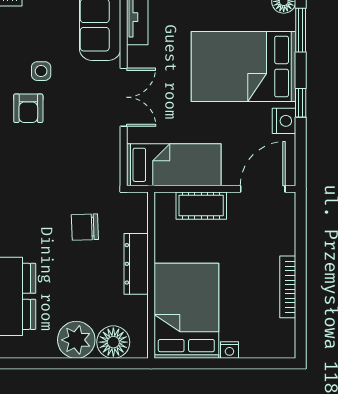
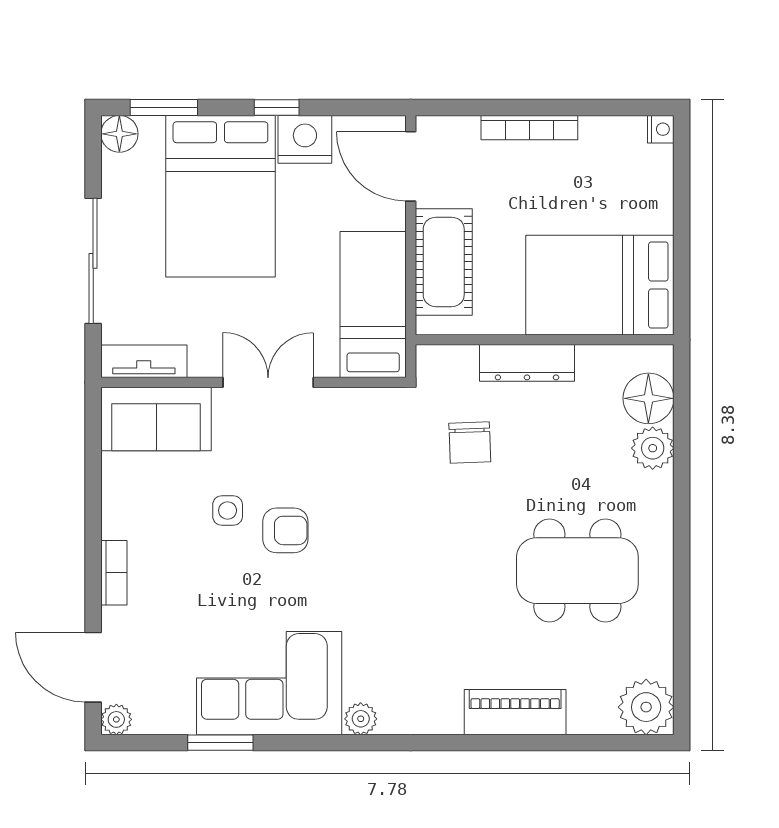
nightstand: (284, 121) -> (305, 139), width x1.36, depth x1.33
cot: (201, 206) -> (444, 262), width x1.37, depth x1.34
bookcase: (288, 287) -> (529, 128), moved
plant: (76, 340) -> (653, 448), width x0.73, depth x0.73
nightstand: (229, 350) -> (661, 129), moved

